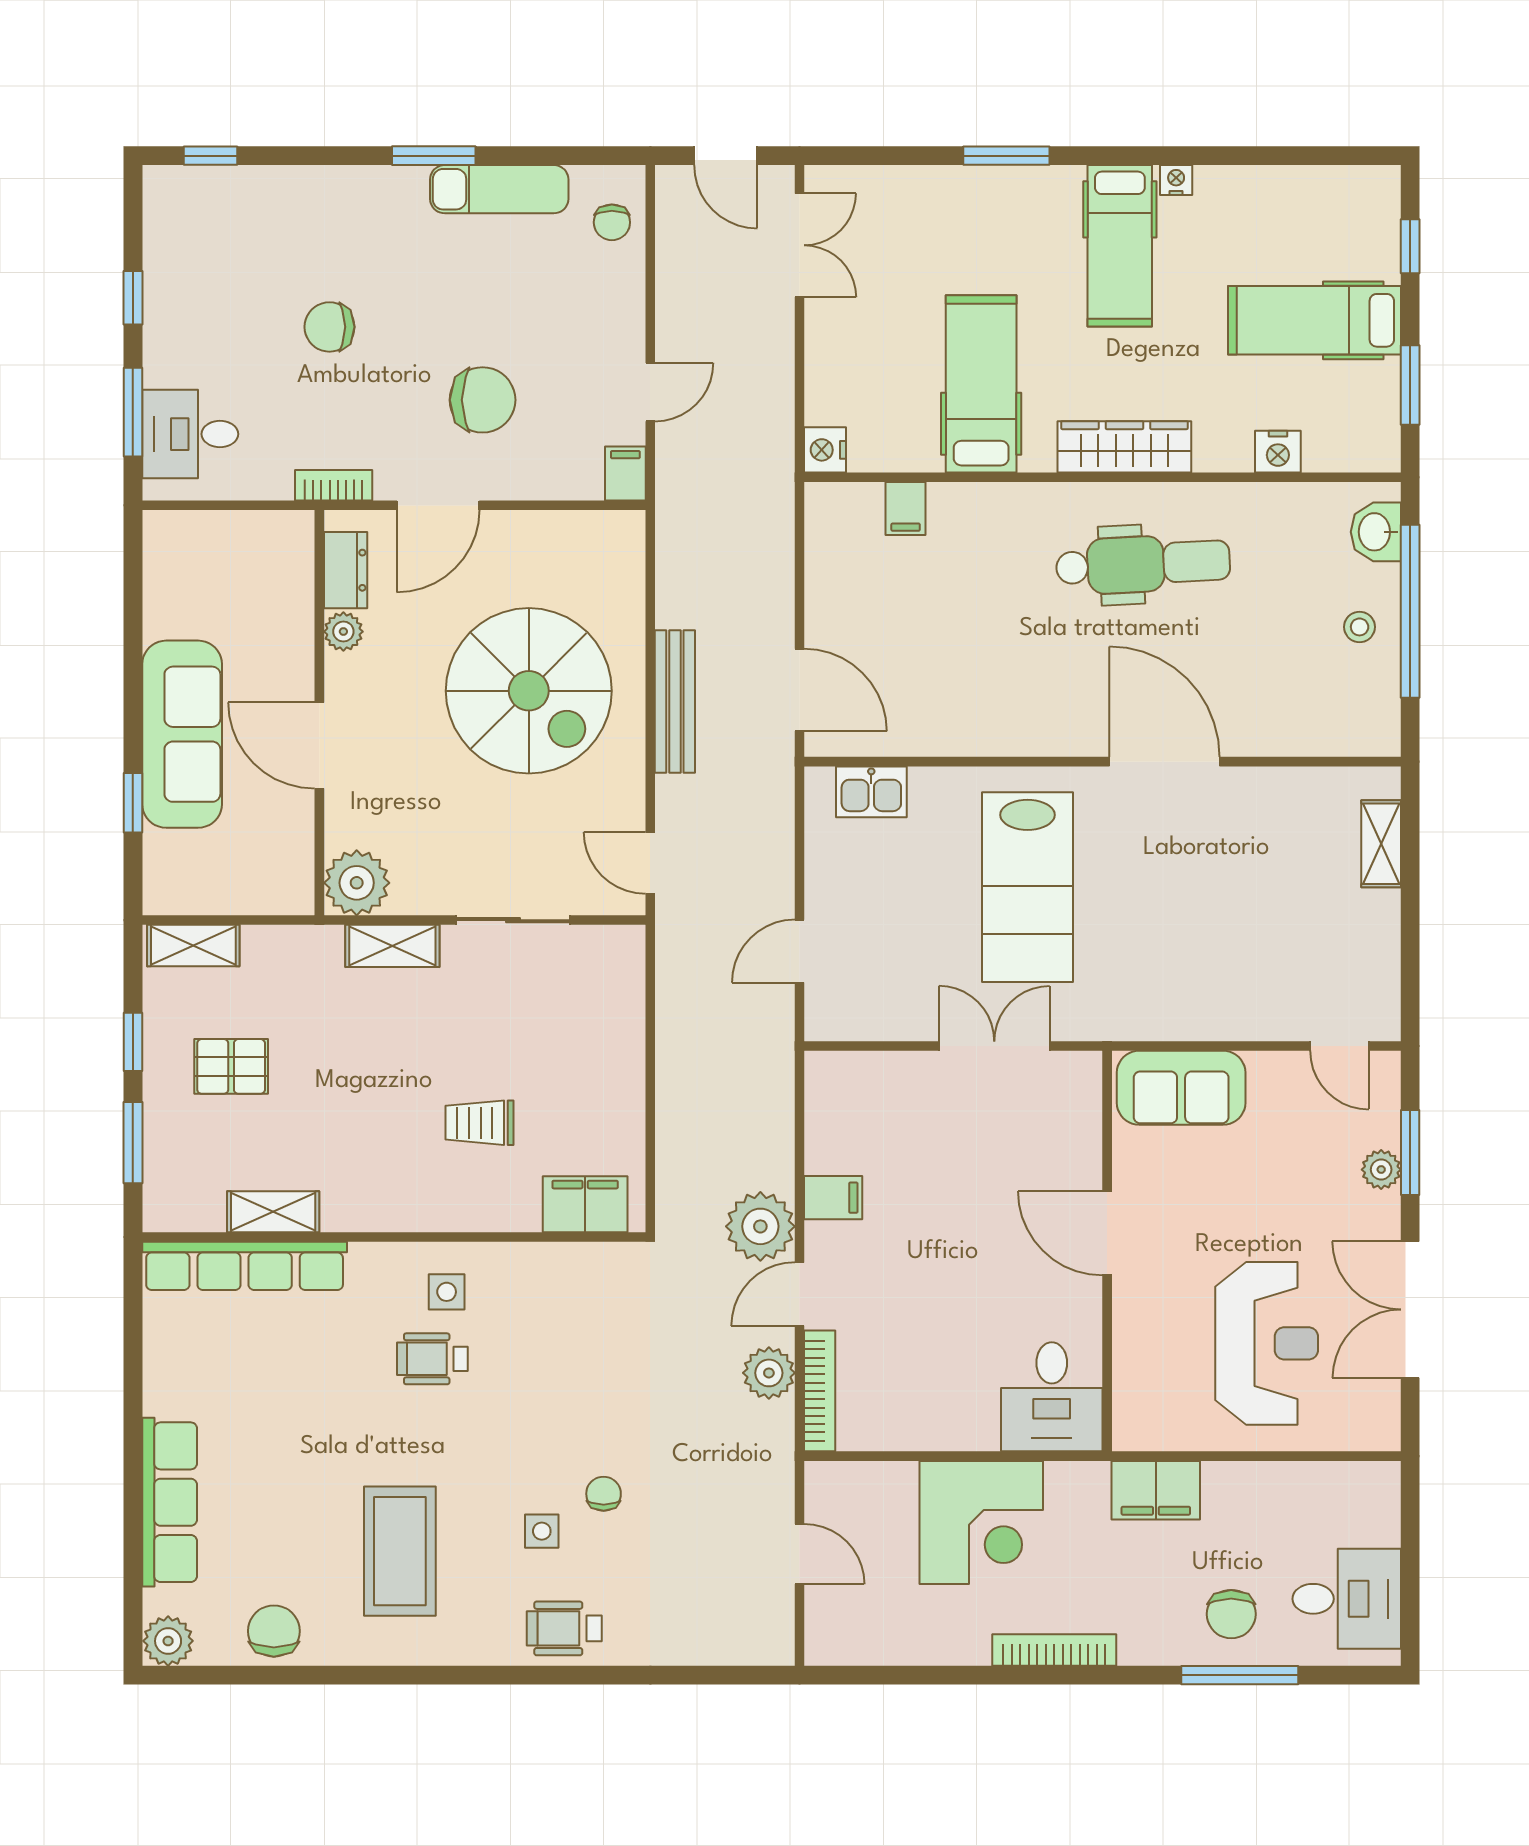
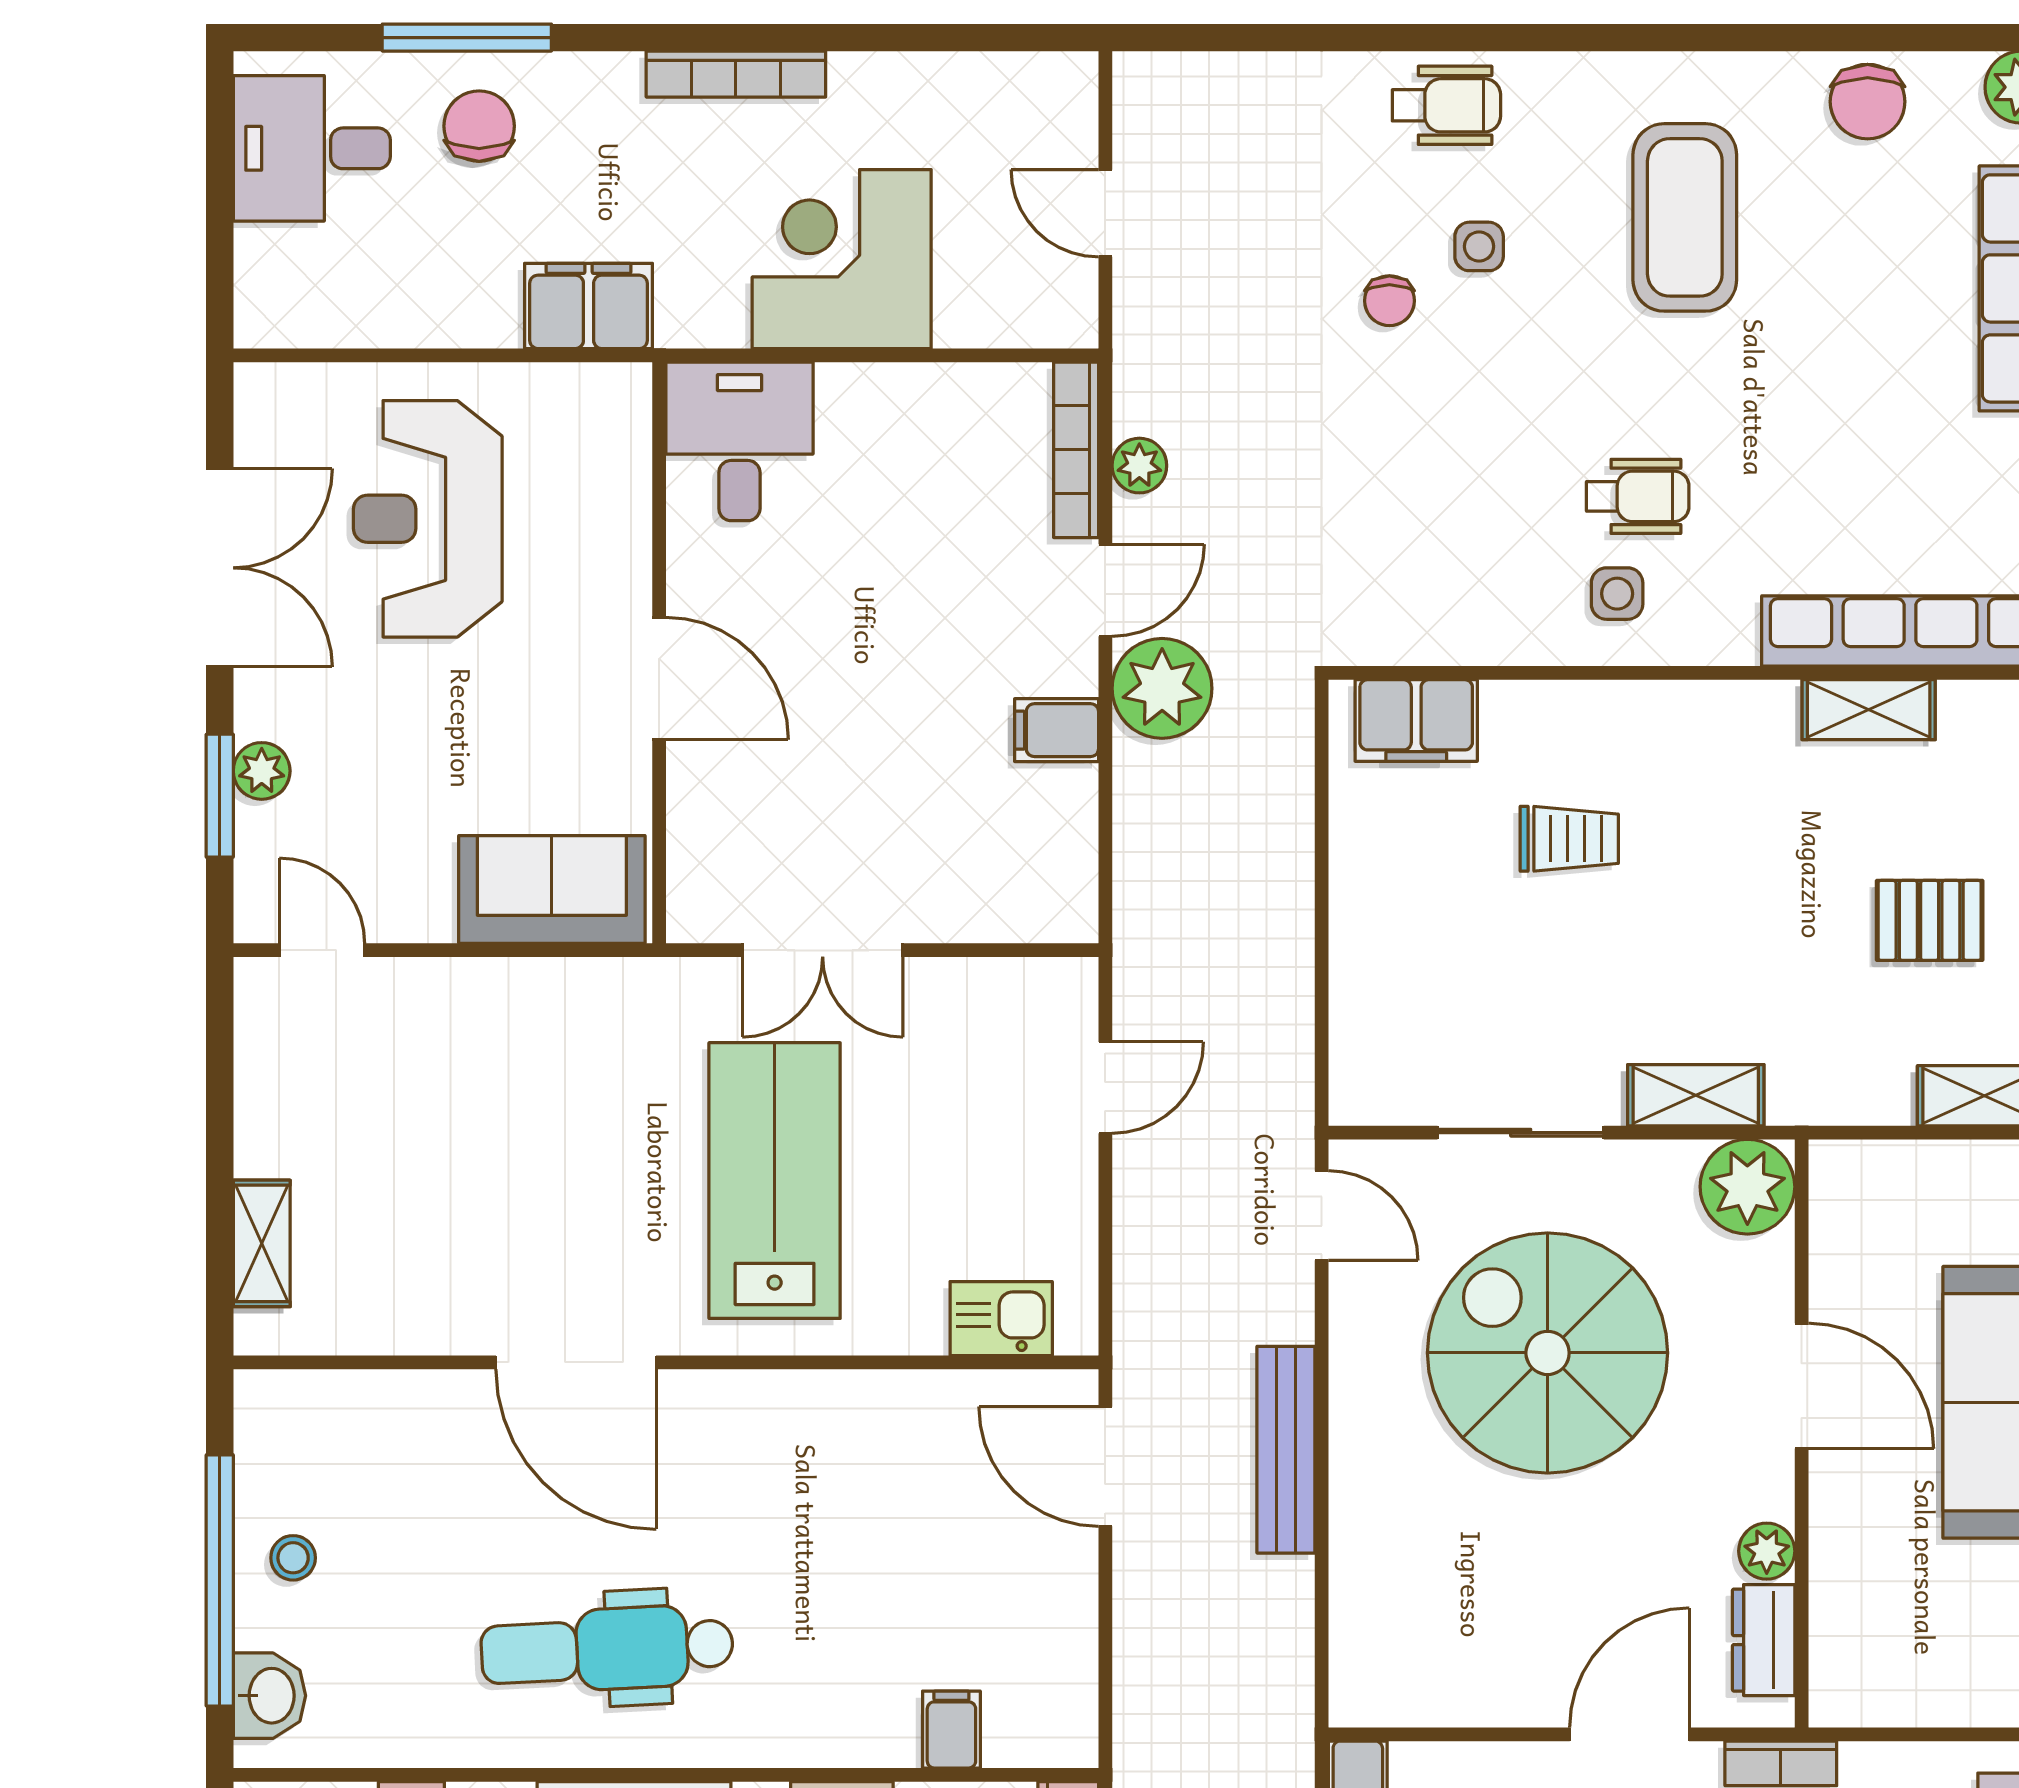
spiral stairs: (529, 691) -> (1548, 1353), moved
plant: (769, 1373) -> (1139, 466), width x0.73, depth x0.73

